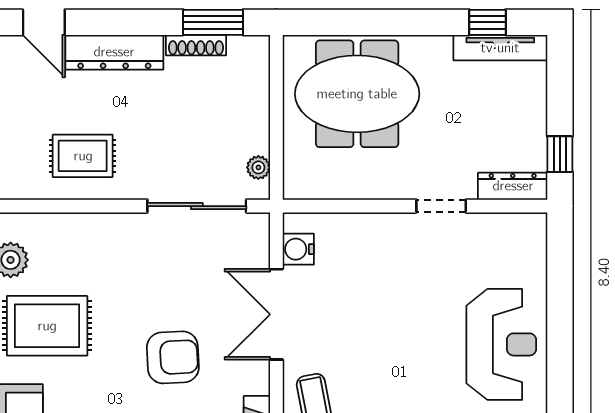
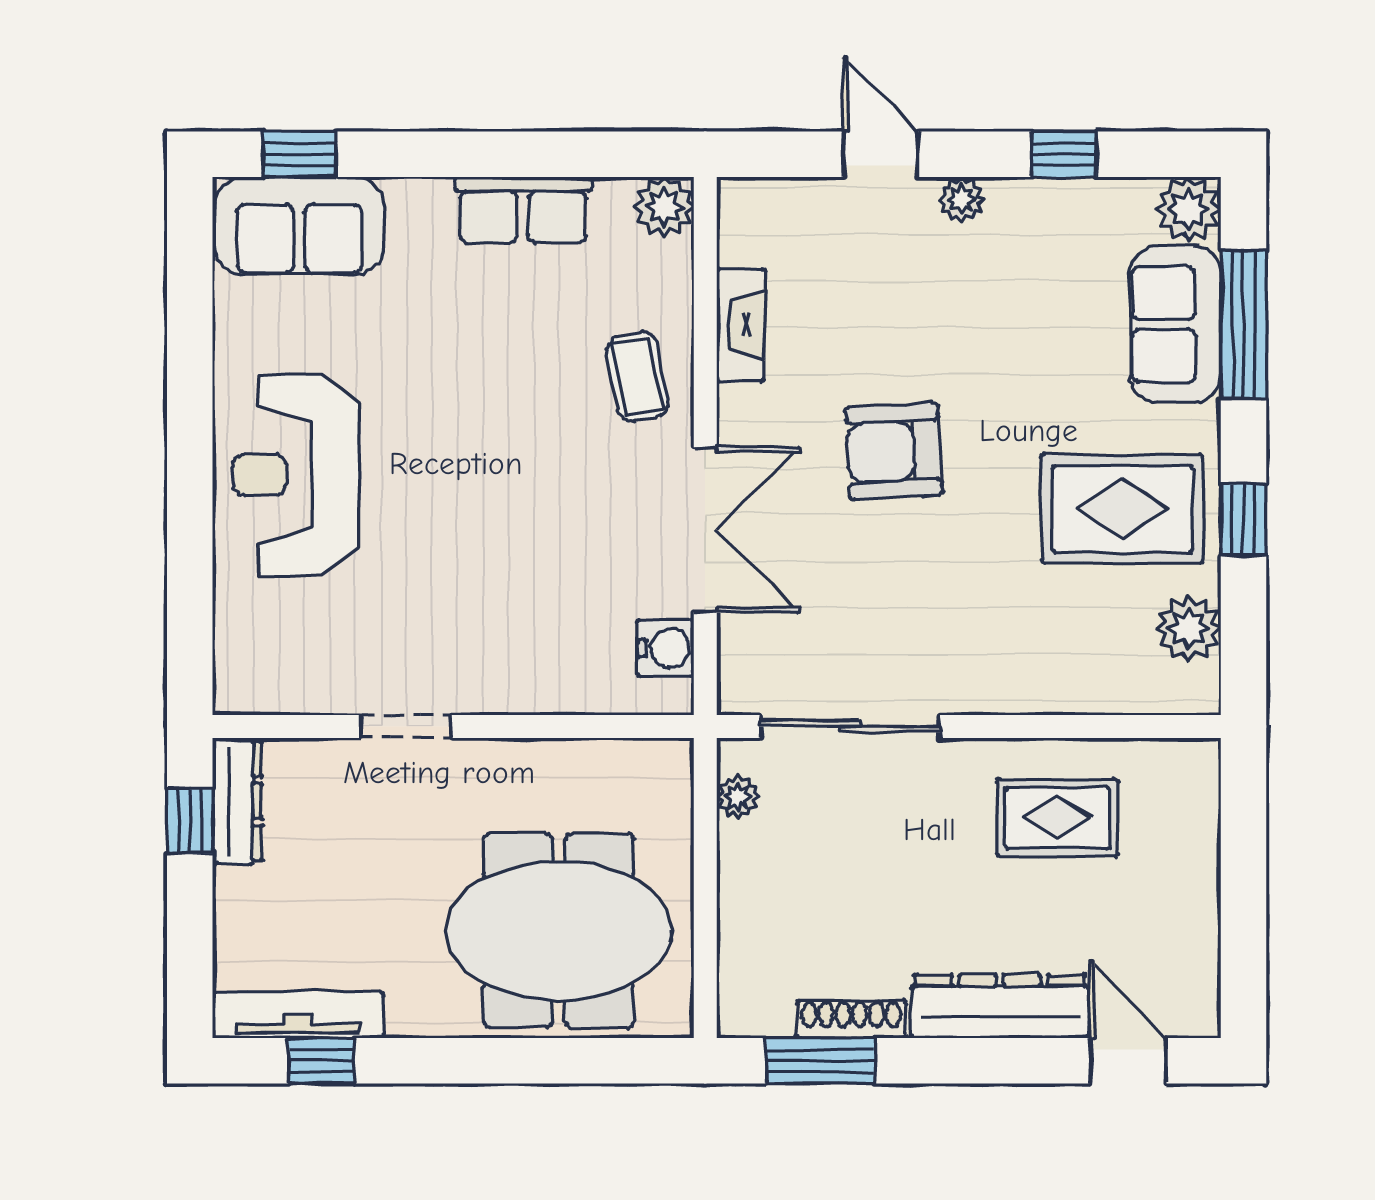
dresser: (513, 186) -> (237, 801), moved, turned -90

